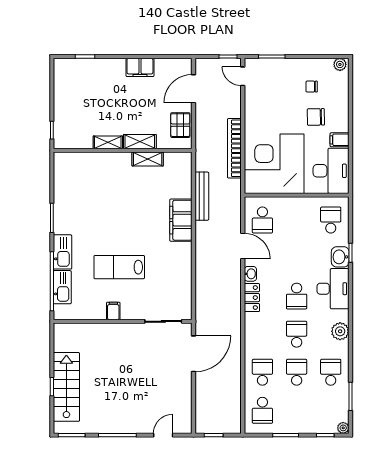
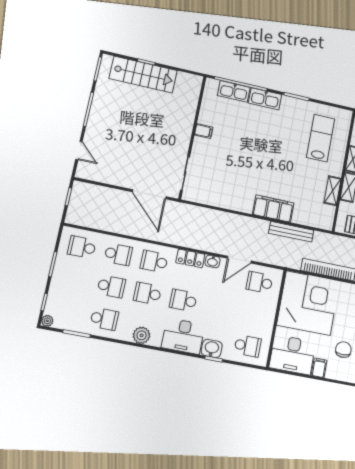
lab bench: (119, 267) -> (321, 138), moved
school desk: (262, 334) -> (154, 261), added
school desk: (297, 334) -> (147, 293), turned 180

